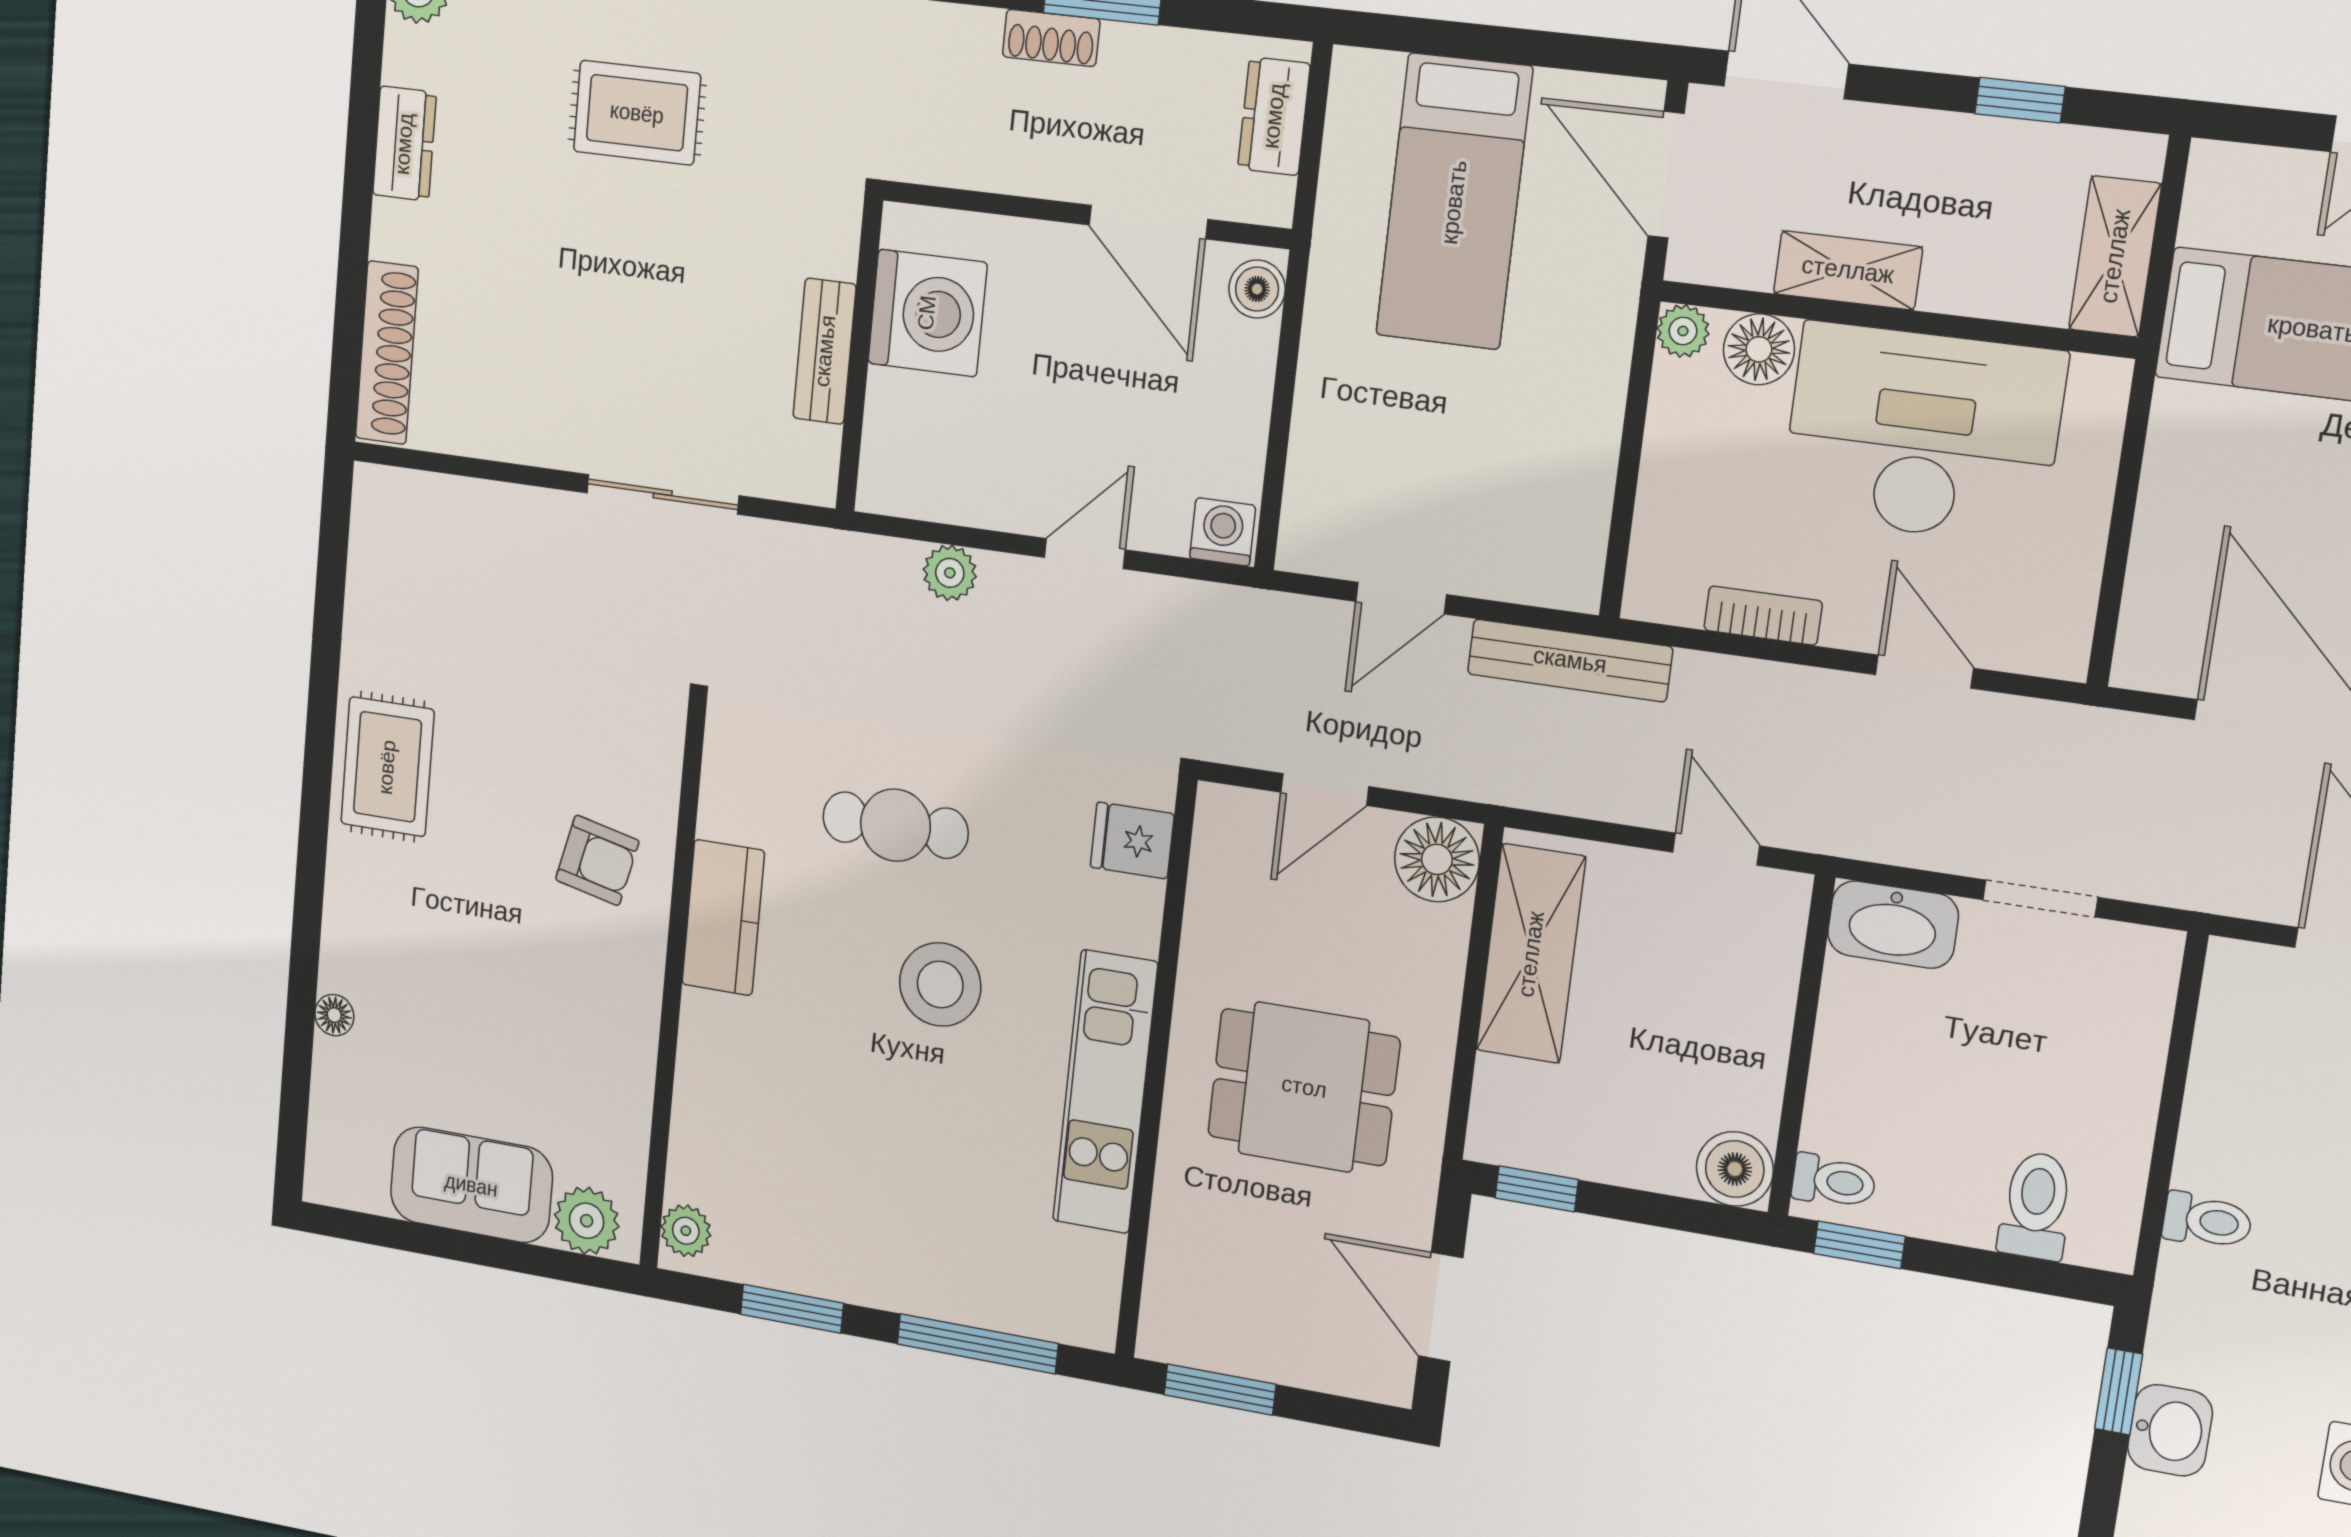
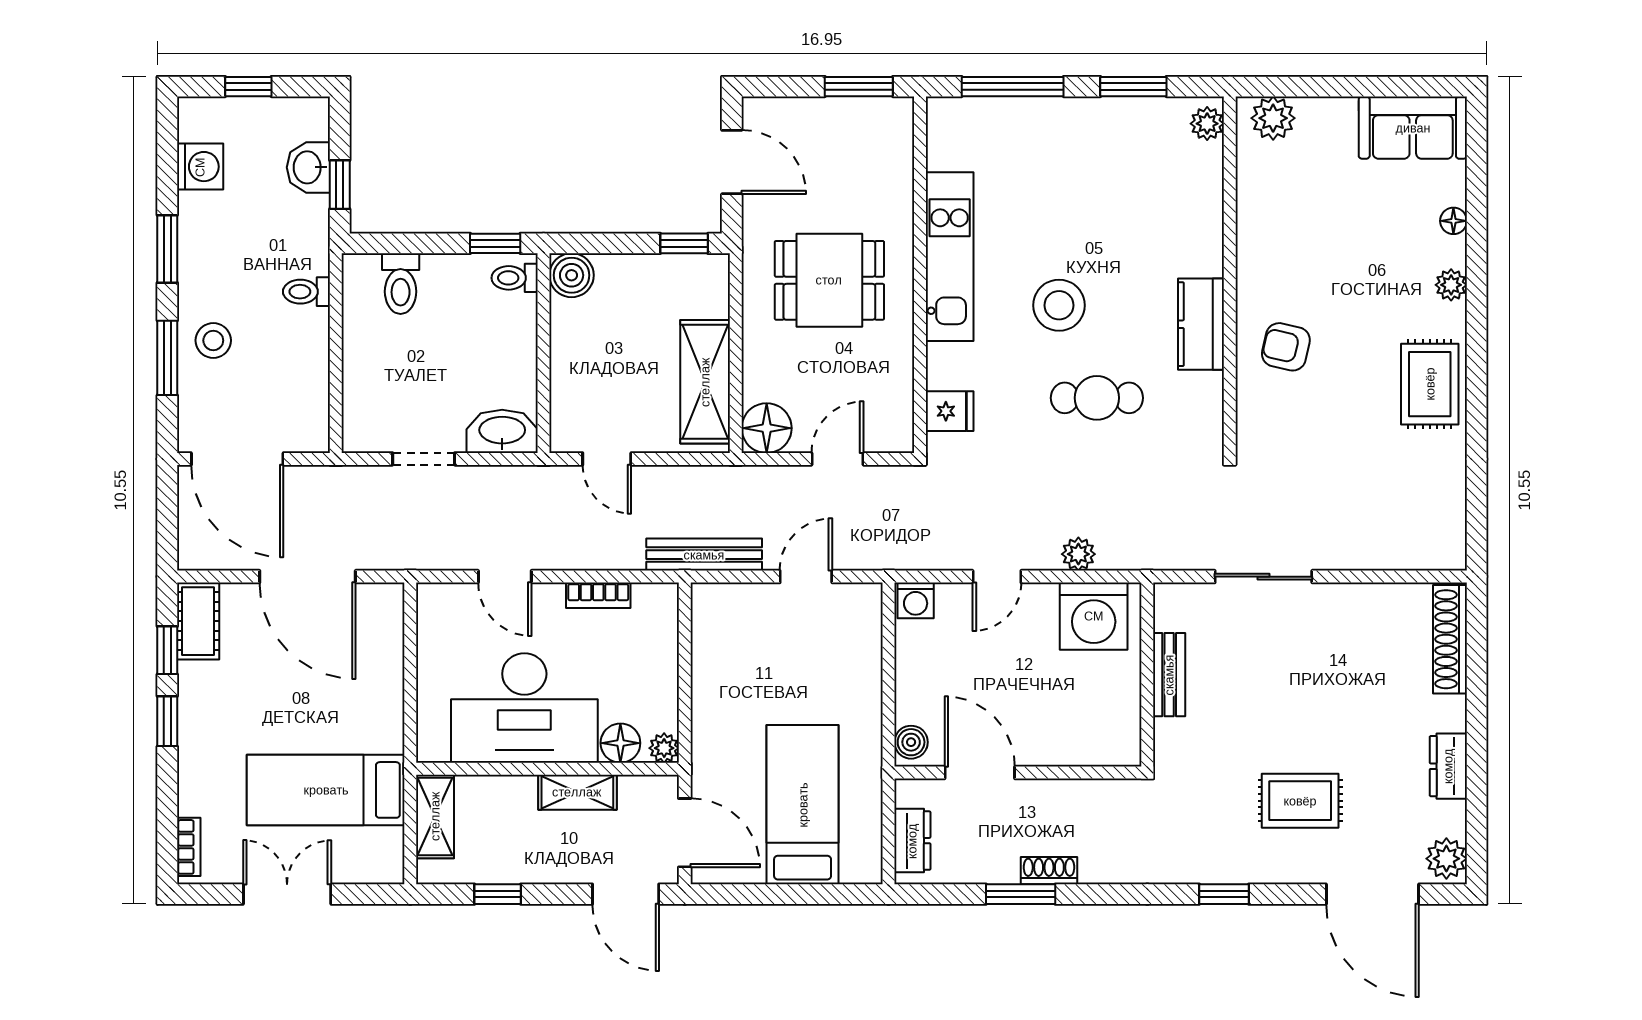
washing machine: (927, 313) -> (1094, 616), moved, turned -90
plant: (345, 917) -> (1451, 285), added
sofa: (471, 1185) -> (1413, 128), moved

